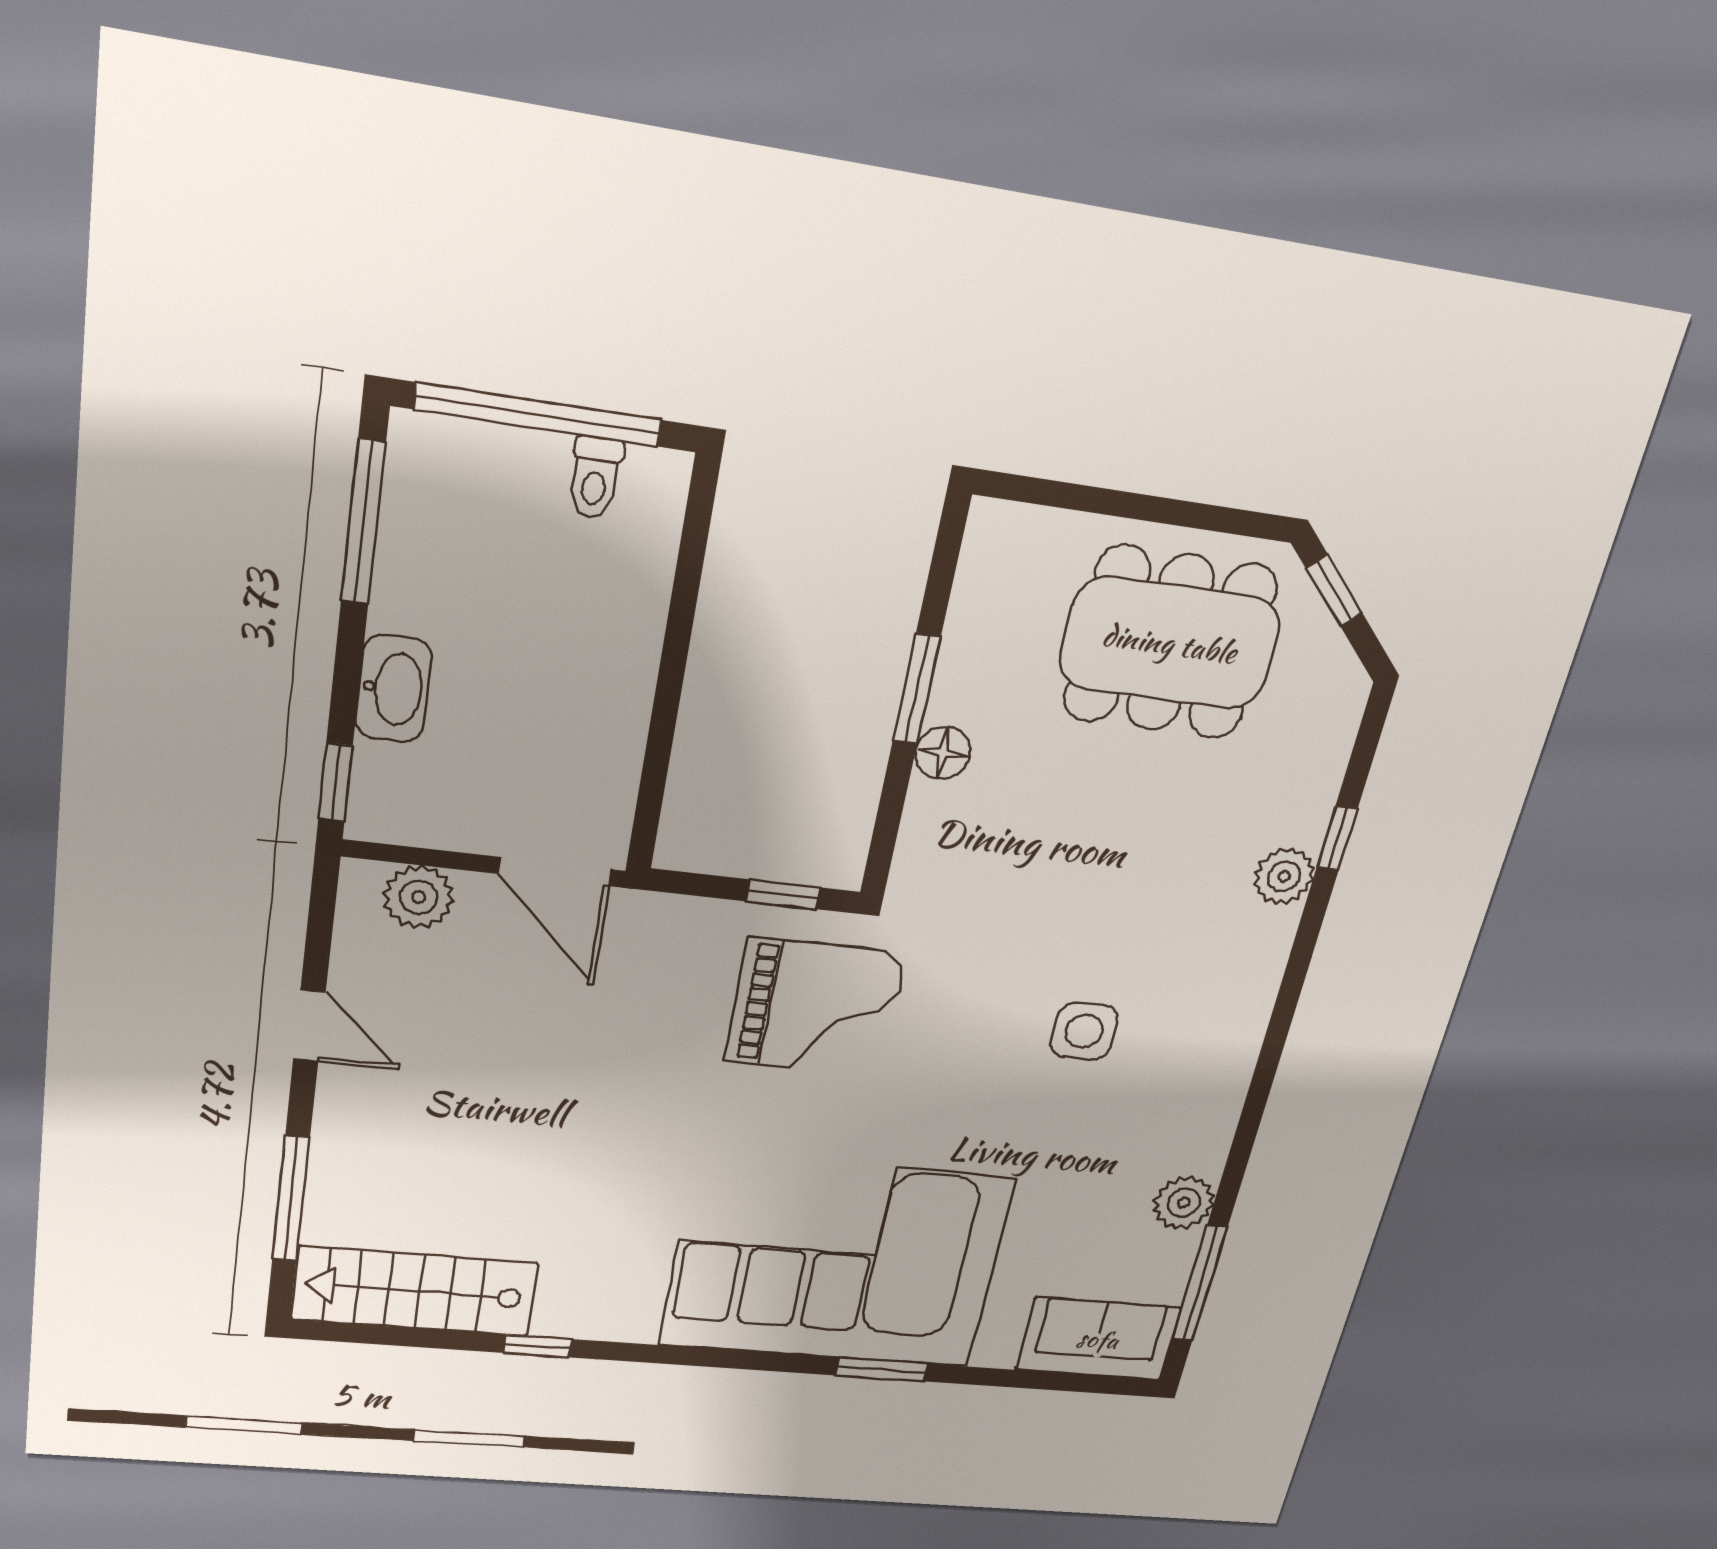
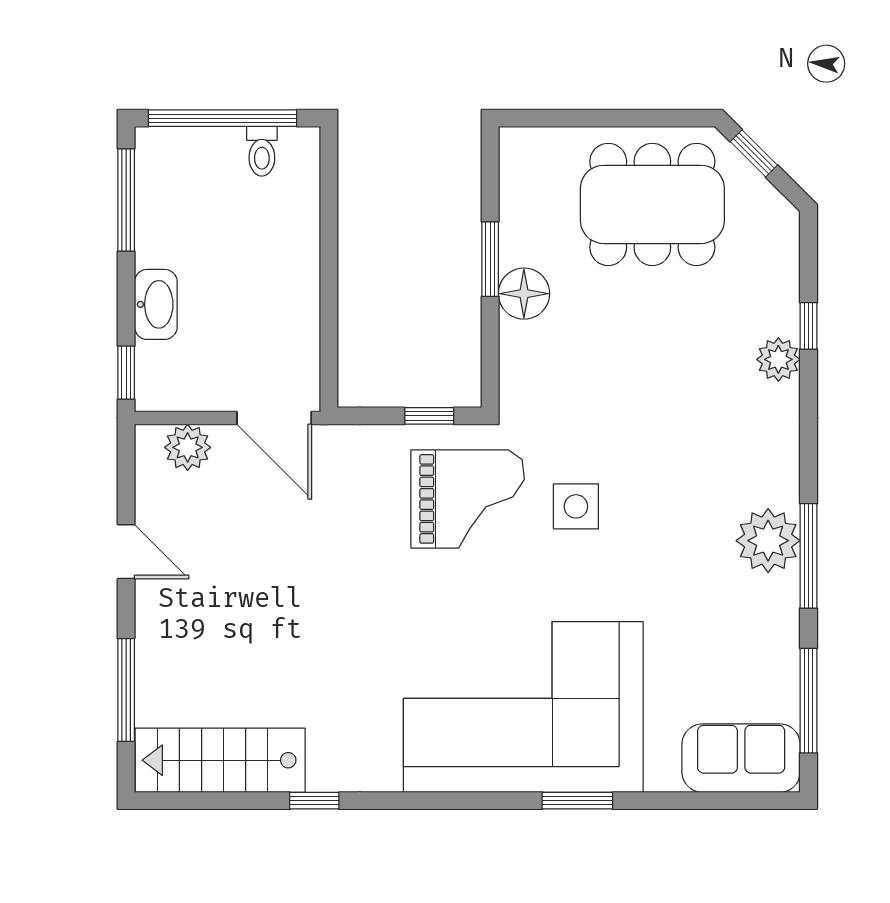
floor lamp: (943, 753) -> (524, 294), width x1.38, depth x1.38
side table: (1084, 1031) -> (576, 506), moved
window: (1250, 1121) -> (809, 556), added
plant: (1184, 1203) -> (768, 541), moved, width x1.36, depth x1.36

